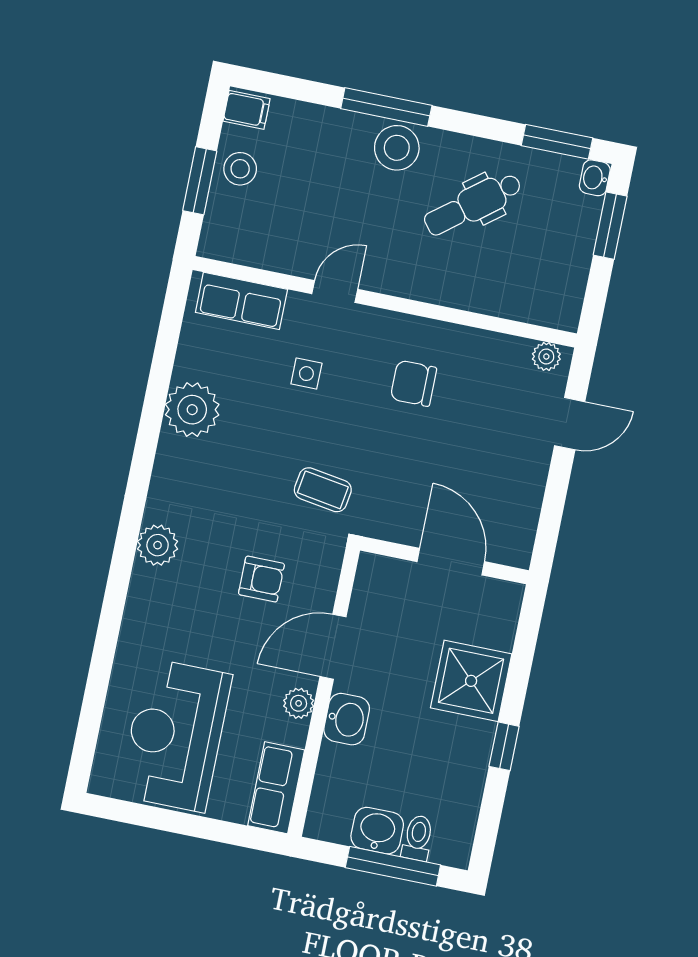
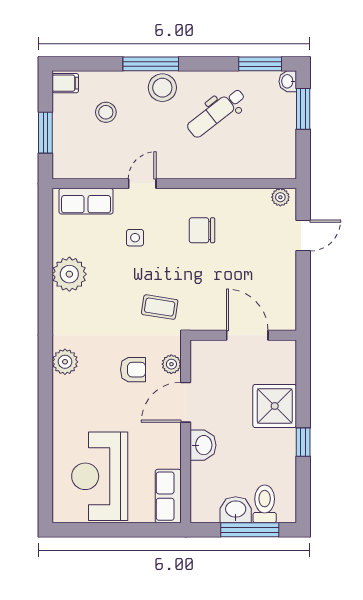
stool: (240, 169) -> (106, 112), moved
plant: (299, 703) -> (171, 364), moved
toilet: (418, 838) -> (265, 504), width x1.37, depth x1.39

